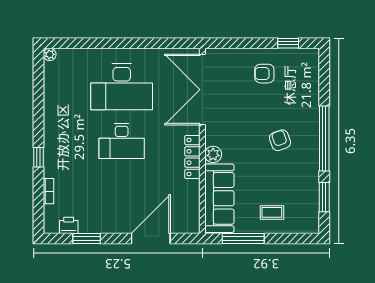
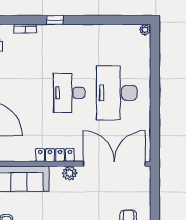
plant: (213, 154) -> (70, 173), moved

